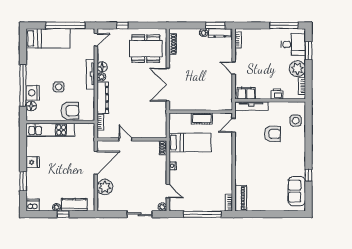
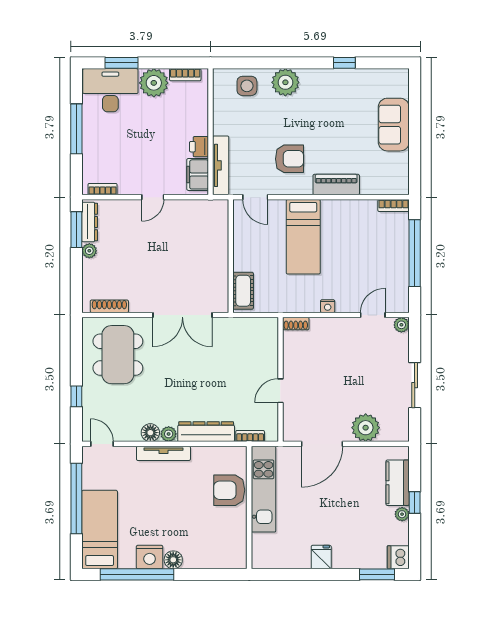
window: (284, 25) -> (76, 129), moved
desk: (293, 44) -> (110, 90), width x1.37
window: (23, 85) -> (137, 574), moved
side table: (59, 87) -> (186, 510), removed
nightstand: (33, 93) -> (150, 557), moved
printer: (277, 94) -> (199, 147), moved
floor lamp: (31, 106) -> (173, 560), moved
armchair: (70, 111) -> (229, 490), turned -90
cot: (202, 119) -> (243, 291), moved
kitchen unit: (50, 130) -> (264, 489), moved
armchair: (272, 134) -> (289, 159), moved, turned 90
plant: (298, 142) -> (285, 82), added
bed: (190, 143) -> (303, 237), moved, turned 180
door: (96, 163) -> (322, 444), swing flipped
window: (23, 181) -> (377, 574), moved
sofa: (297, 191) -> (394, 125), moved, turned 90
piano: (241, 198) -> (336, 185), moved
sliding door: (140, 214) -> (415, 385), moved

